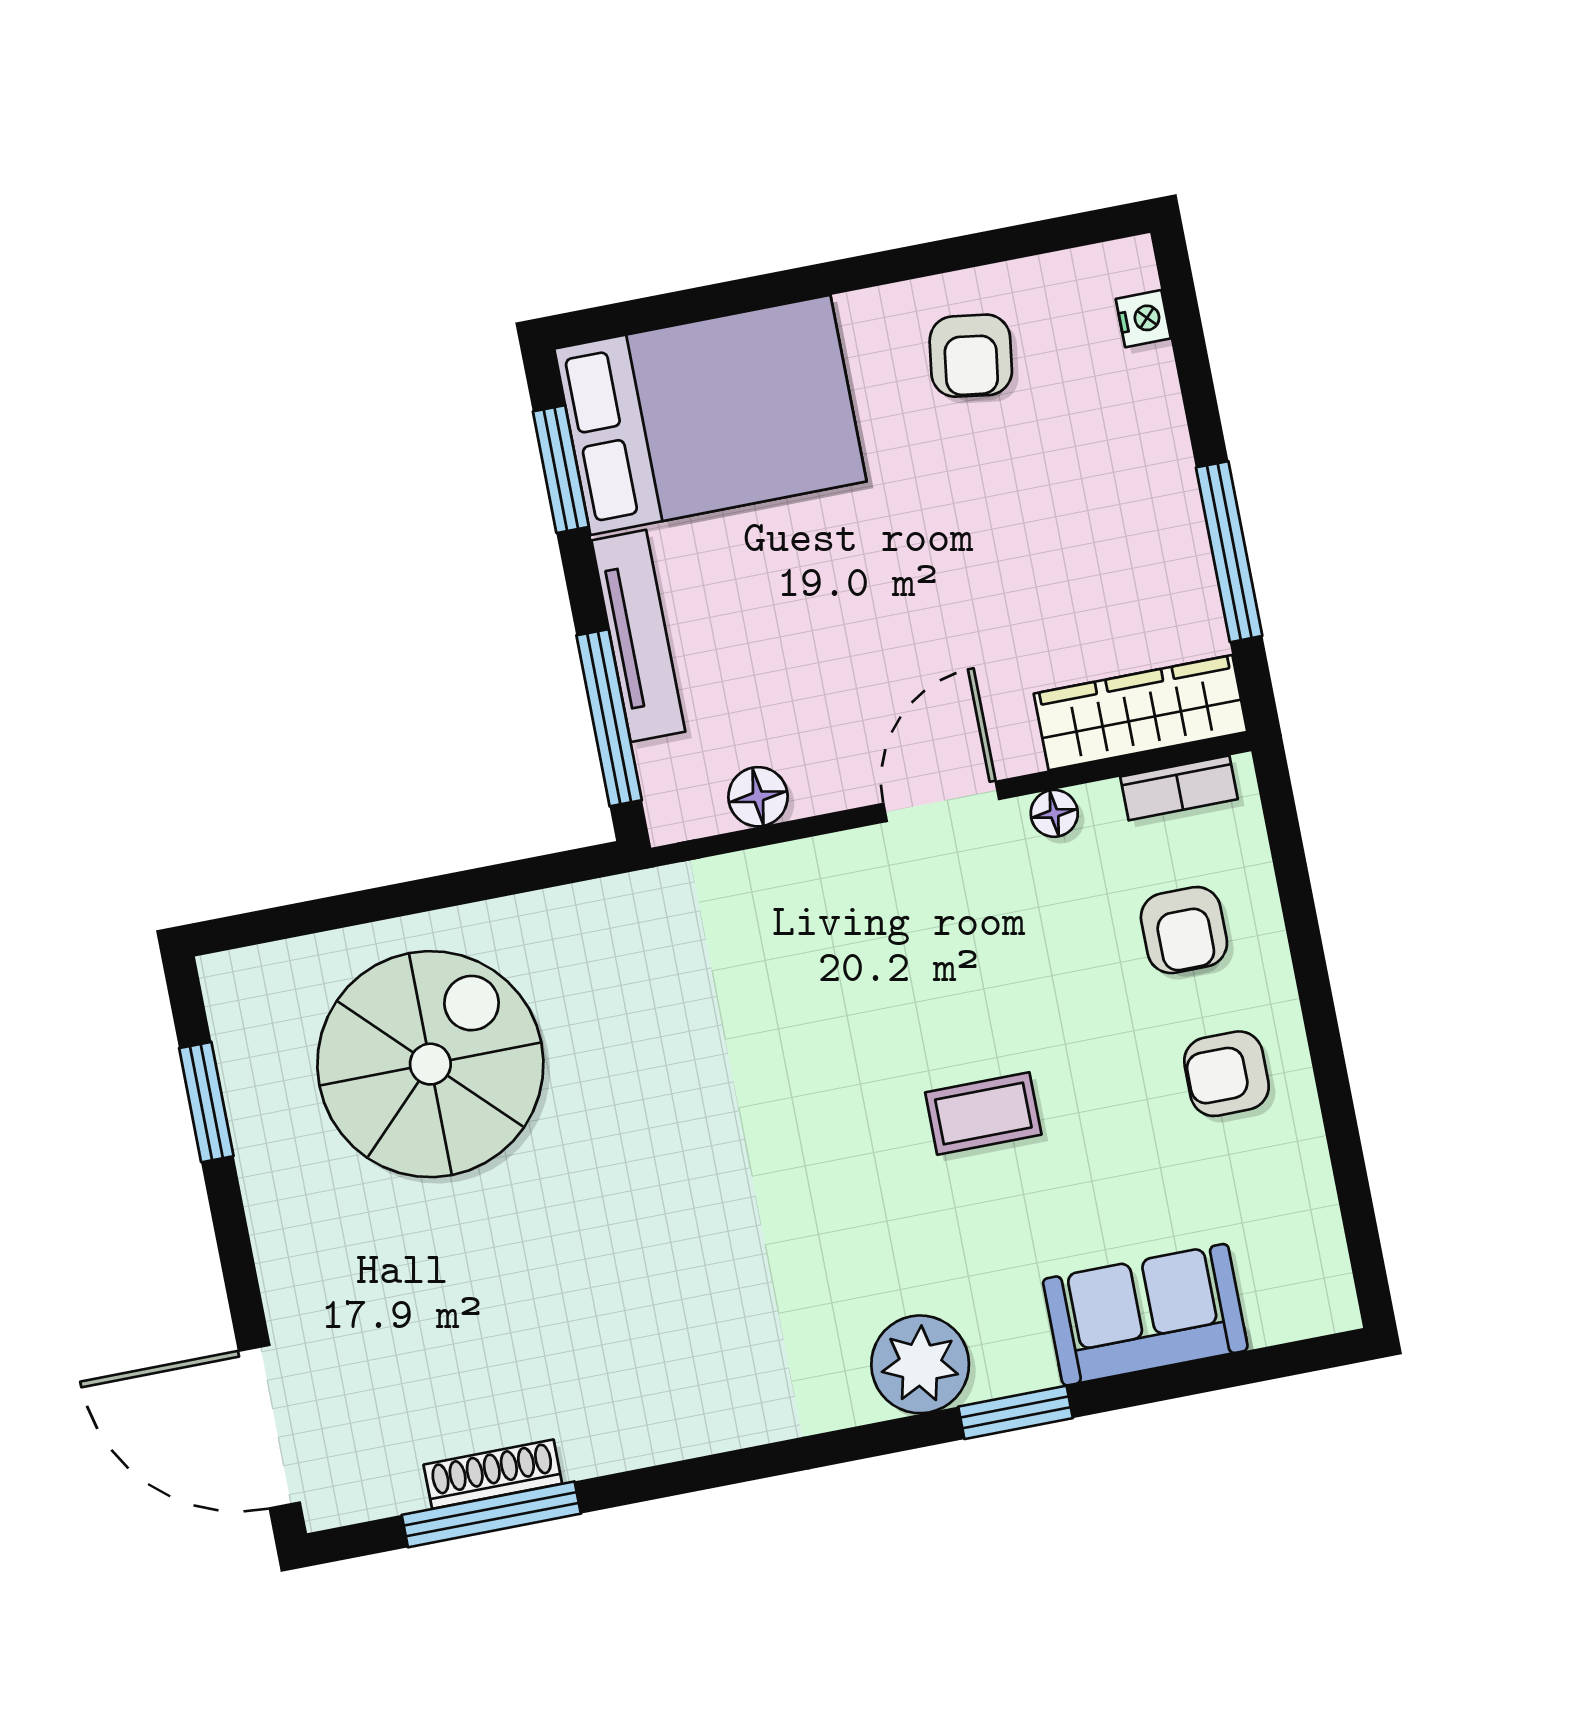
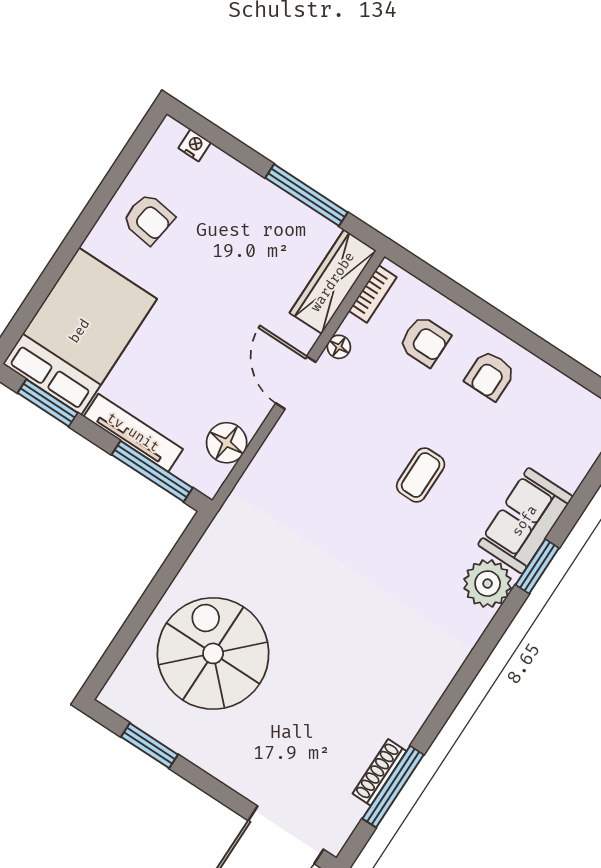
floor lamp: (758, 797) -> (227, 443), width x1.38, depth x1.38
sofa: (1145, 1315) -> (525, 521), moved

